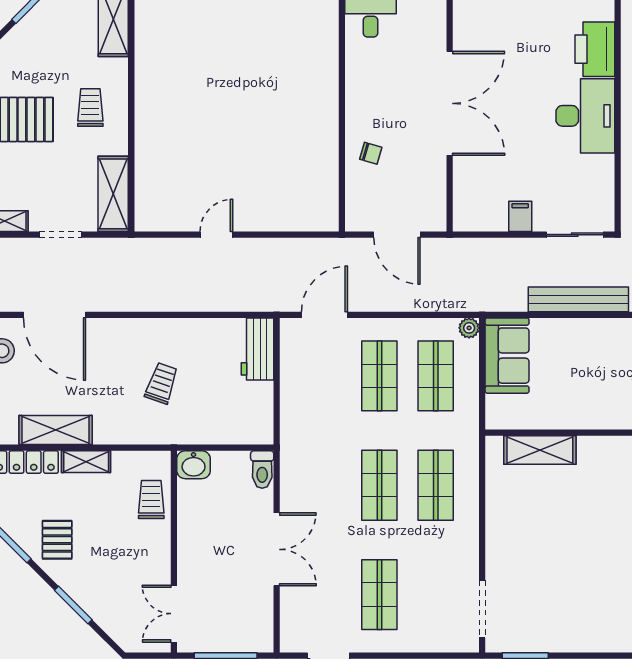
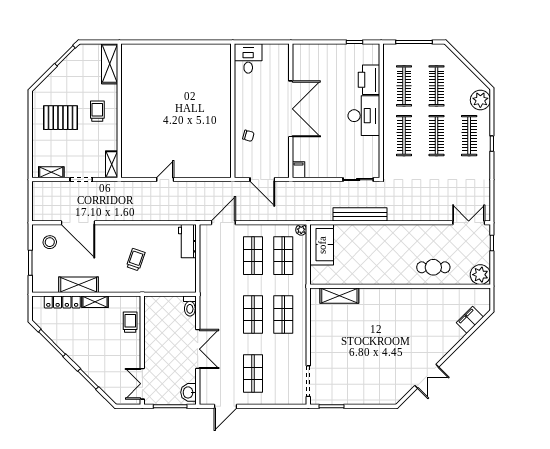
shelving: (113, 194) -> (112, 164), width x0.67, depth x0.75
filing cabinet: (520, 216) -> (299, 170), moved
washbasin: (194, 465) -> (188, 392), moved, turned 90
pallet: (57, 540) -> (79, 344), removed

